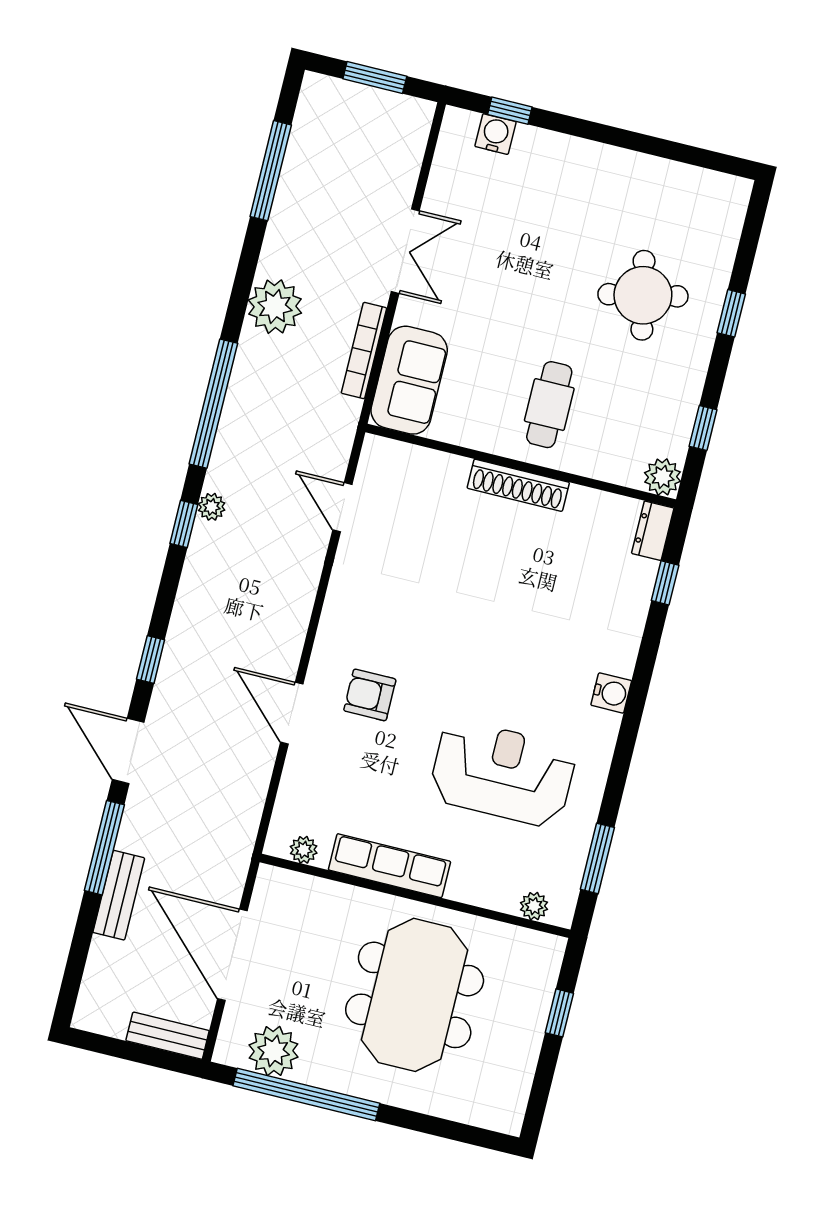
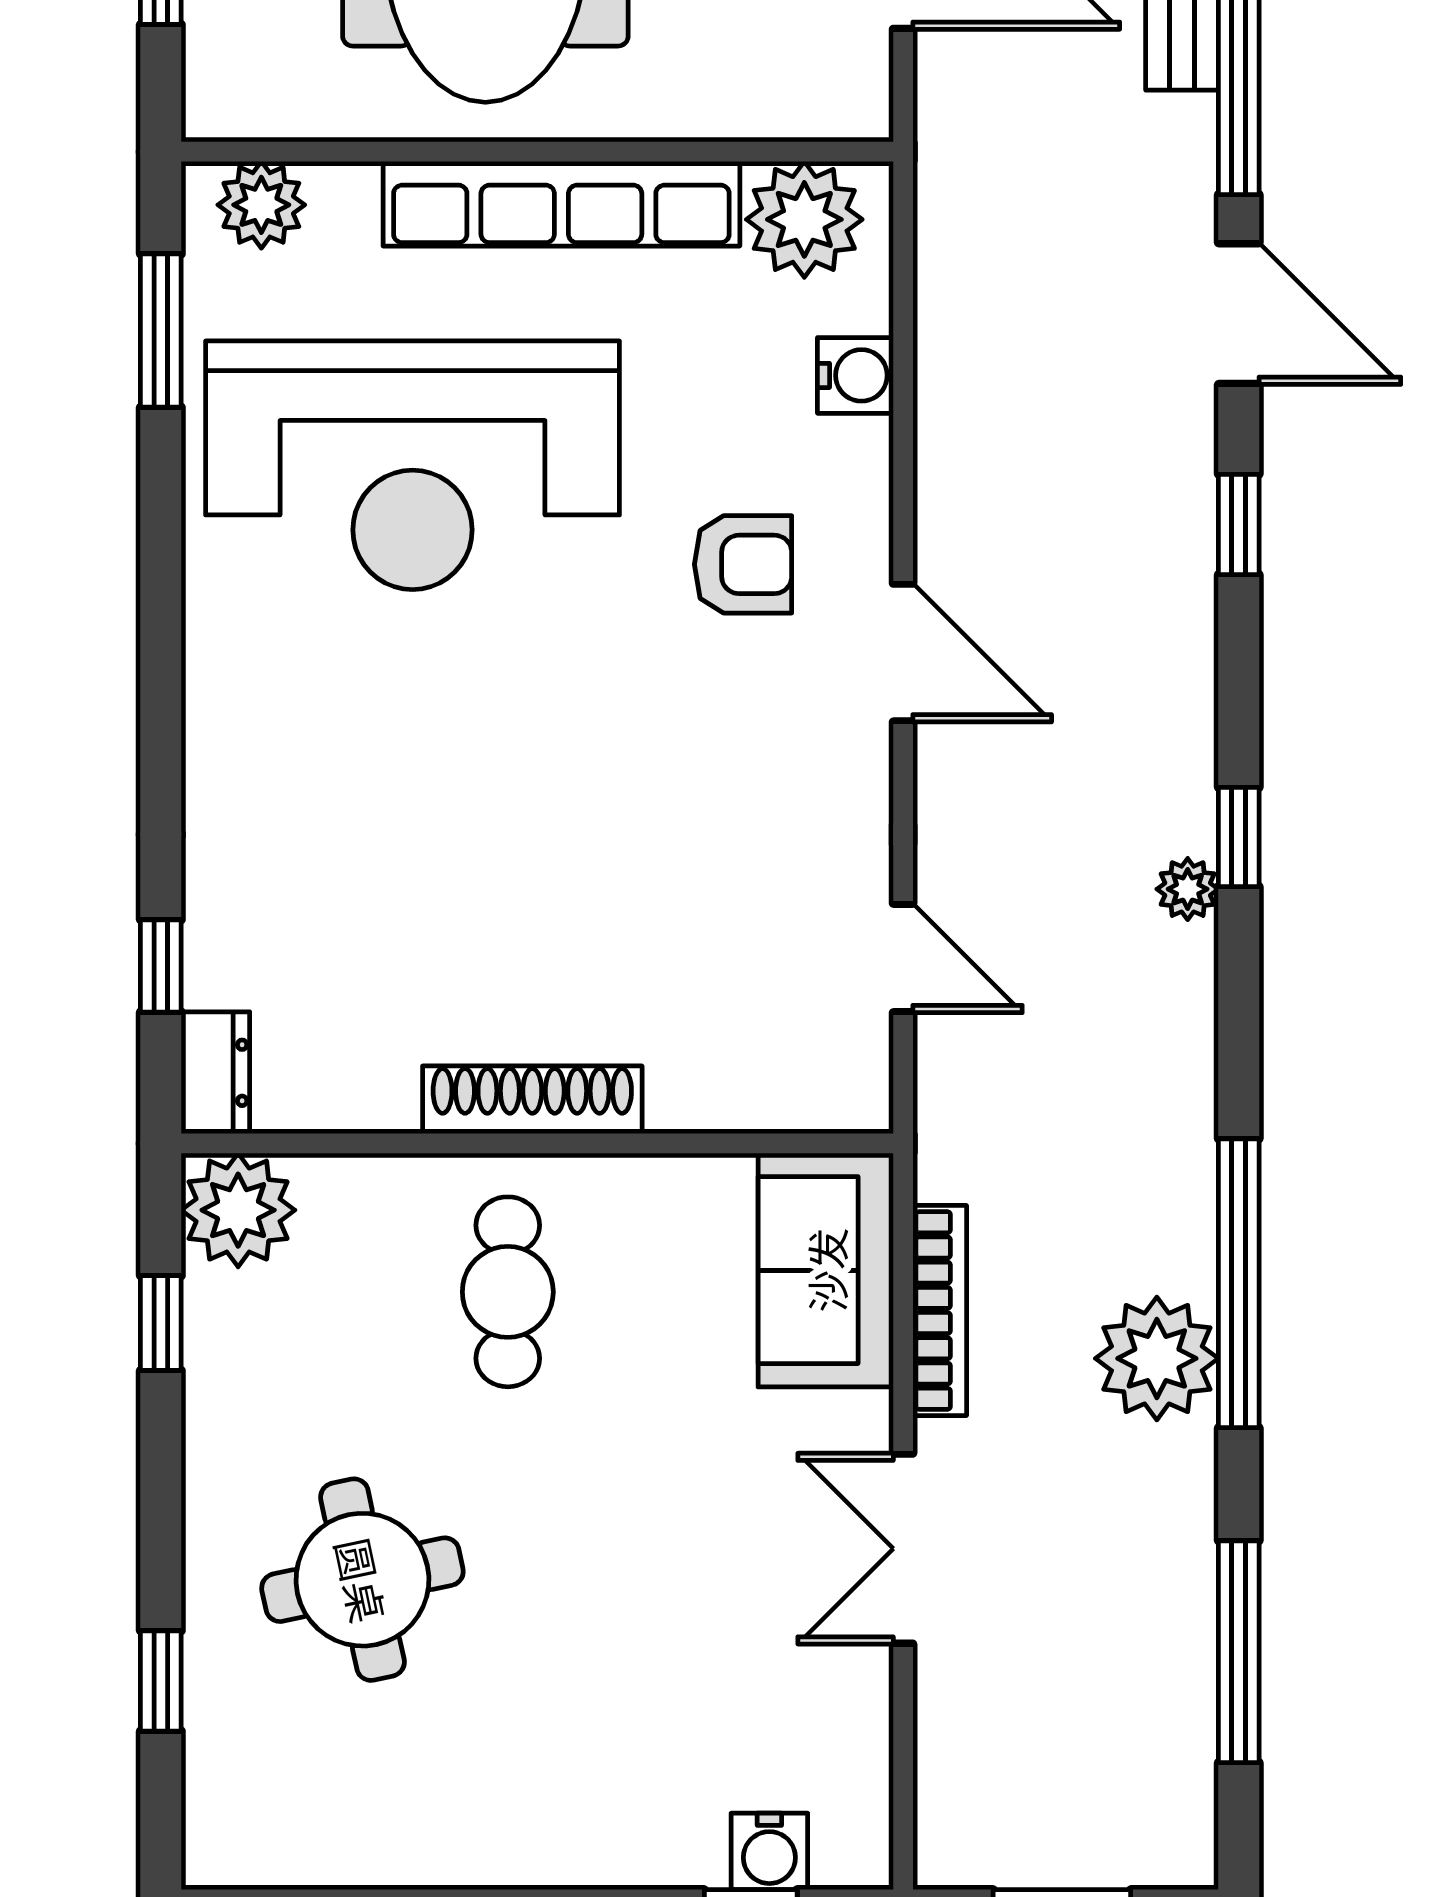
window: (731, 313) -> (161, 1681), moved
window: (213, 404) -> (1239, 1283), moved
plant: (663, 477) -> (238, 1210), width x1.36, depth x1.36
water cooler: (611, 693) -> (855, 375), moved, turned 180
door: (292, 713) -> (903, 653), moved
reception desk: (503, 773) -> (412, 465), width x1.36, depth x1.30
plant: (304, 850) -> (804, 219), width x1.88, depth x1.88
row of seats: (389, 866) -> (561, 204), width x1.36
plant: (534, 906) -> (261, 205), width x1.38, depth x1.38

